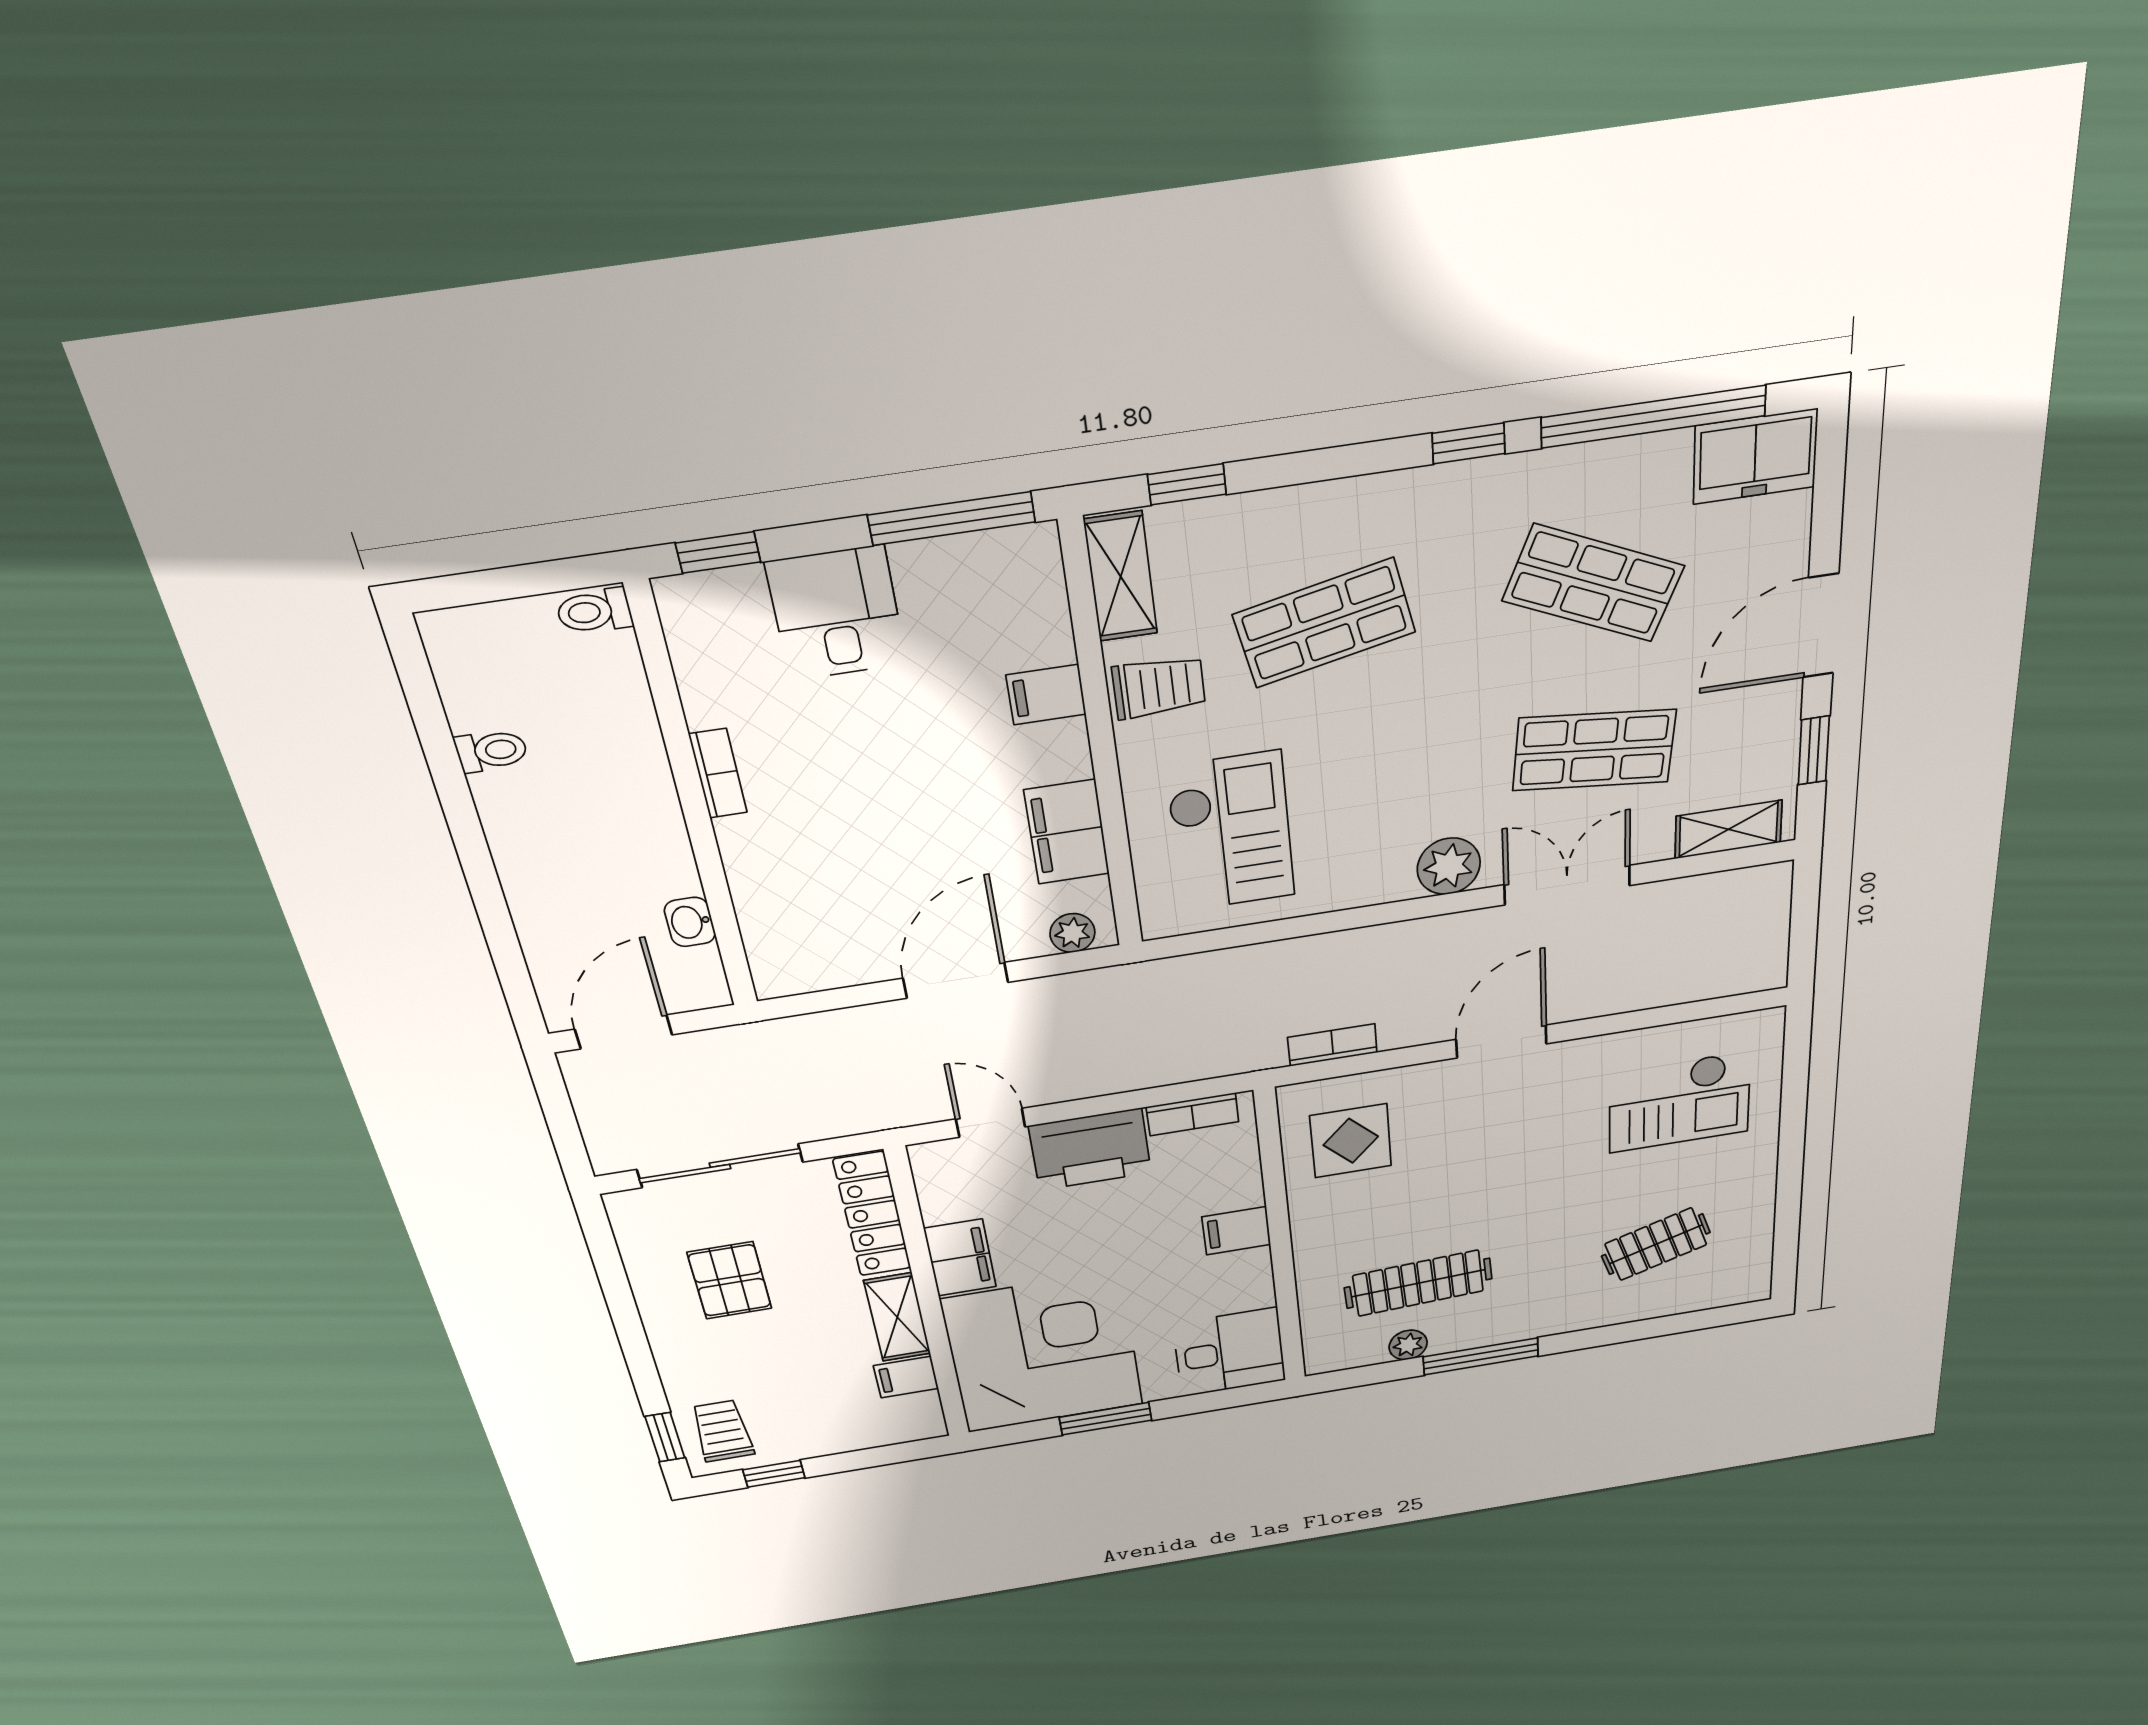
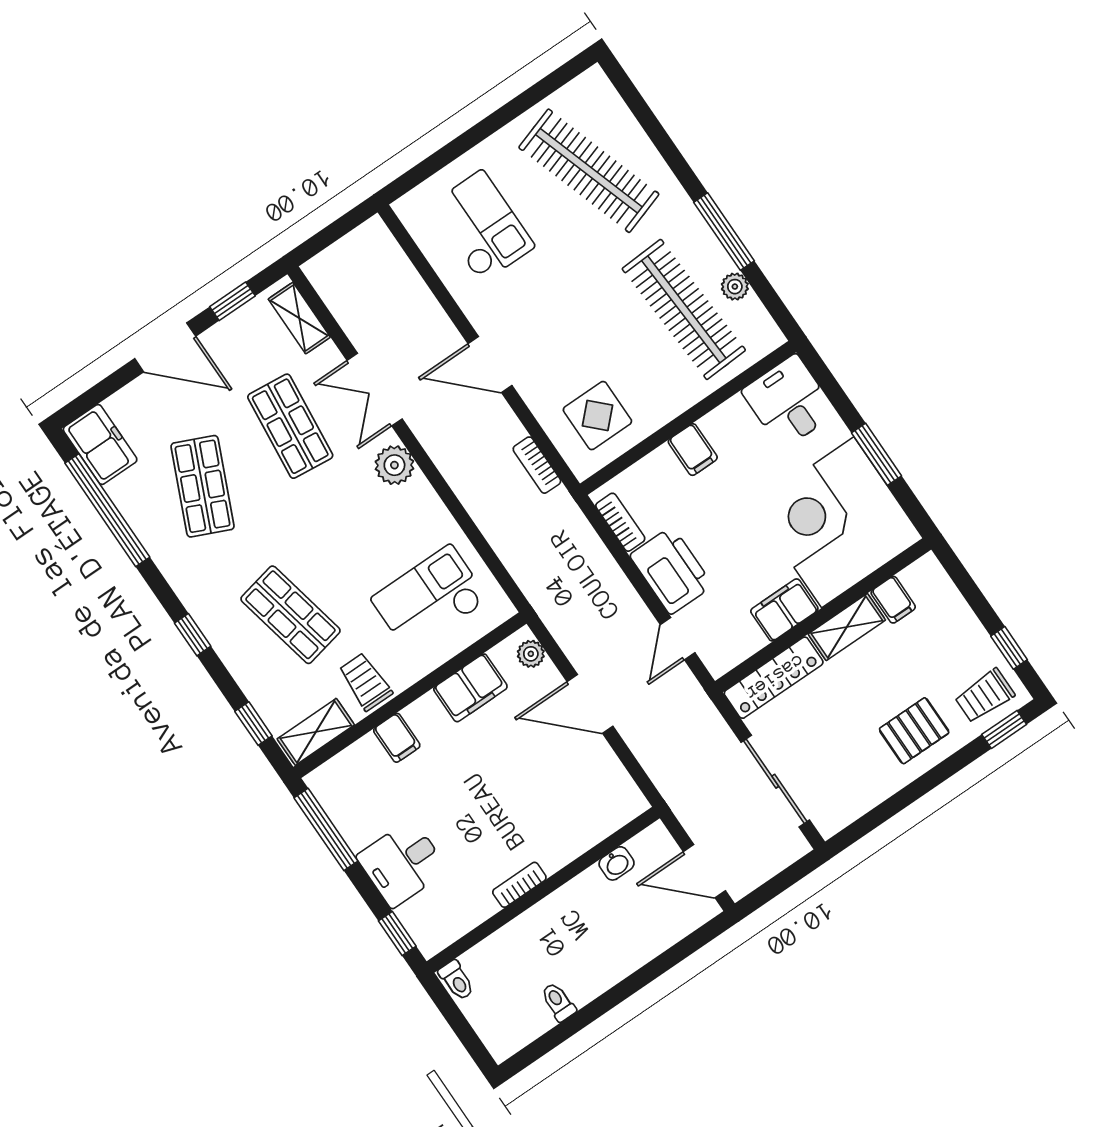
window: (1469, 443) -> (193, 635), moved
clothes rail: (1656, 1244) -> (589, 171), width x1.86, depth x1.31
pallet: (730, 1280) -> (914, 731), moved
clothes rail: (1418, 1283) -> (684, 309), width x1.37, depth x1.31

